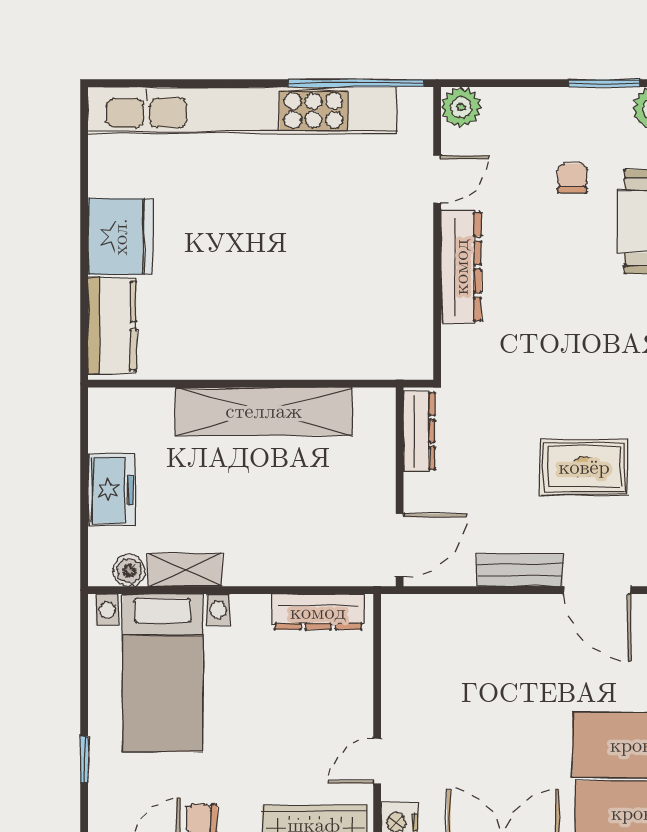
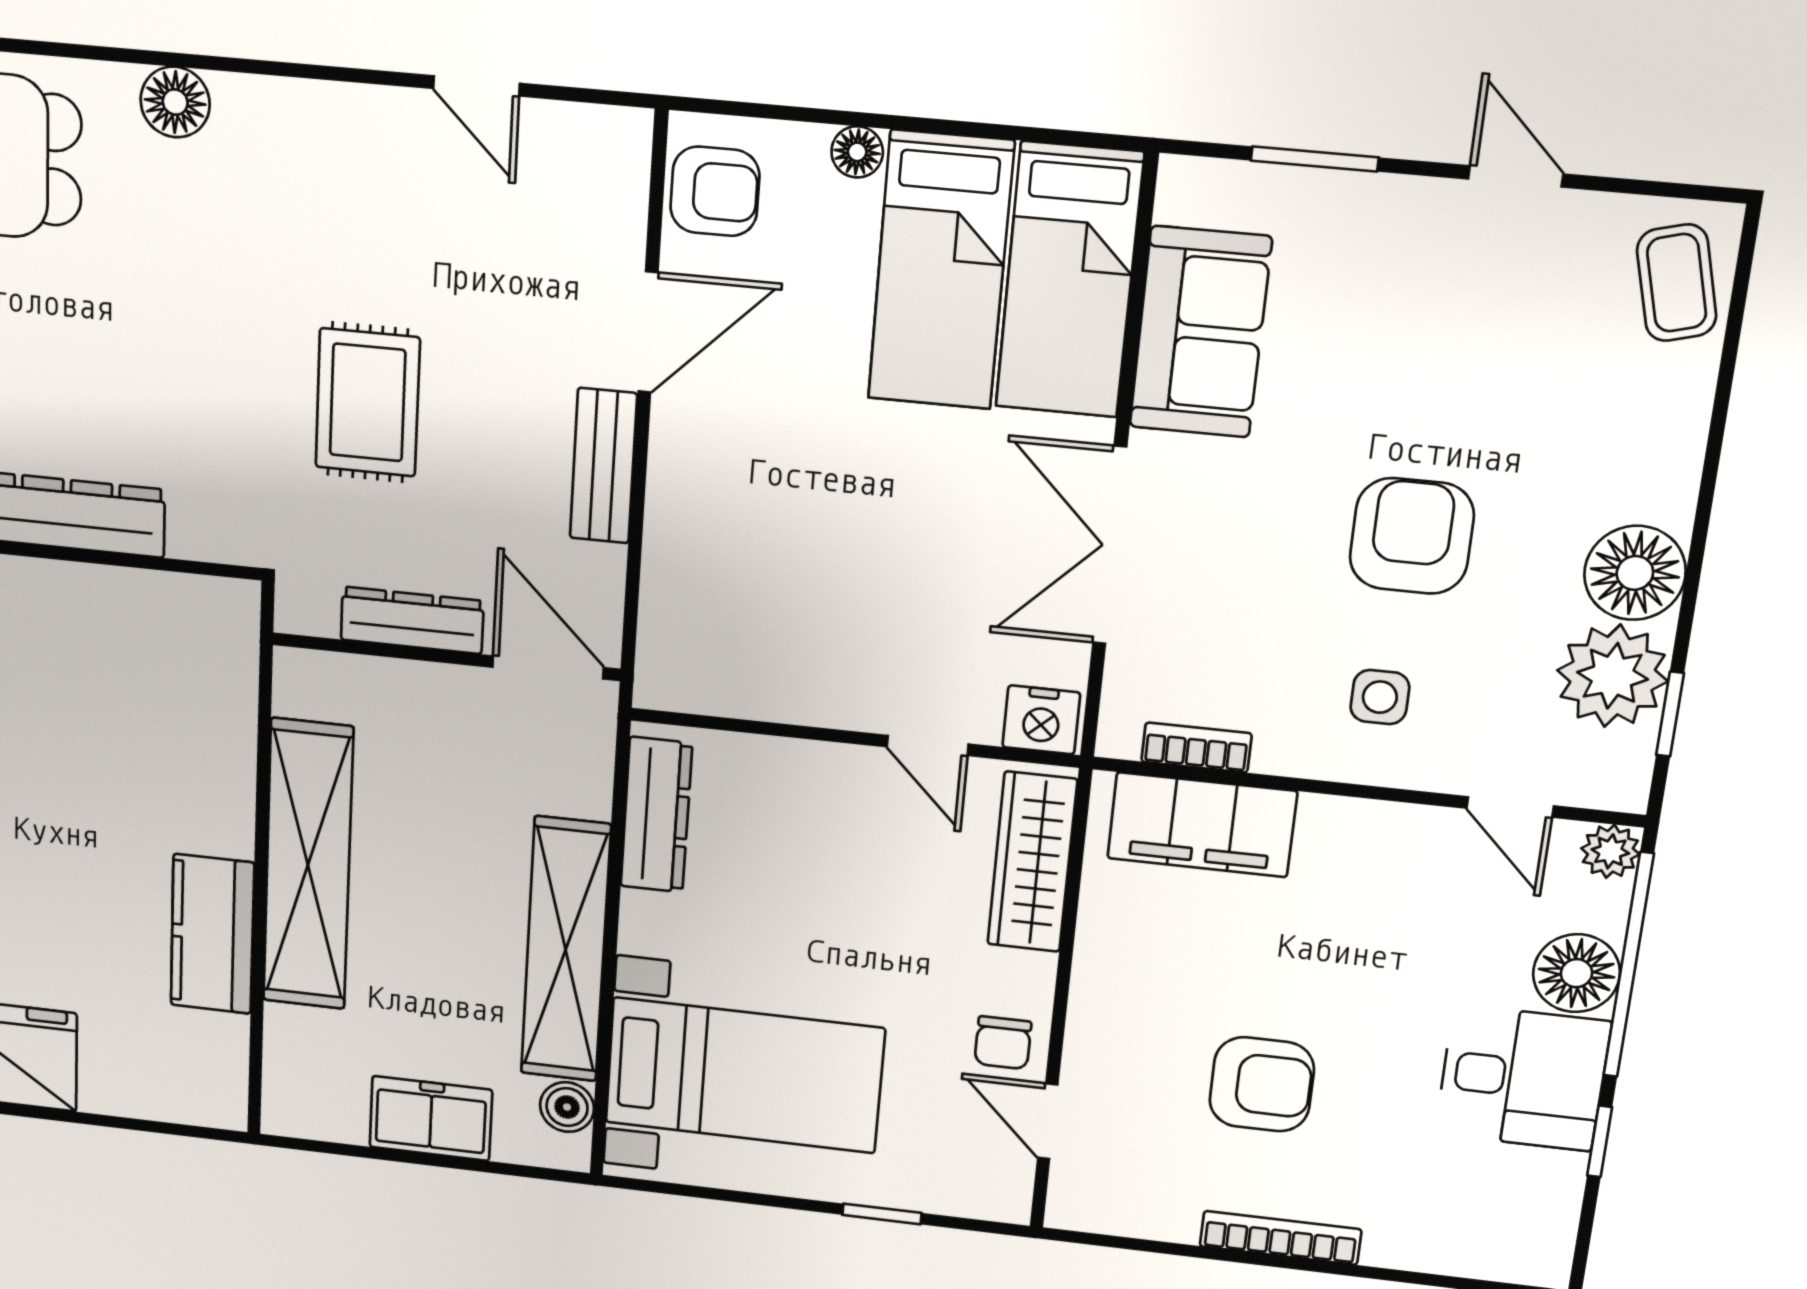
kitchen counter: (112, 326) -> (212, 934), moved, turned -90
dresser: (419, 431) -> (412, 620), moved
rug: (584, 467) -> (368, 403), moved
shelving: (185, 570) -> (566, 950), width x2.20, depth x1.33

